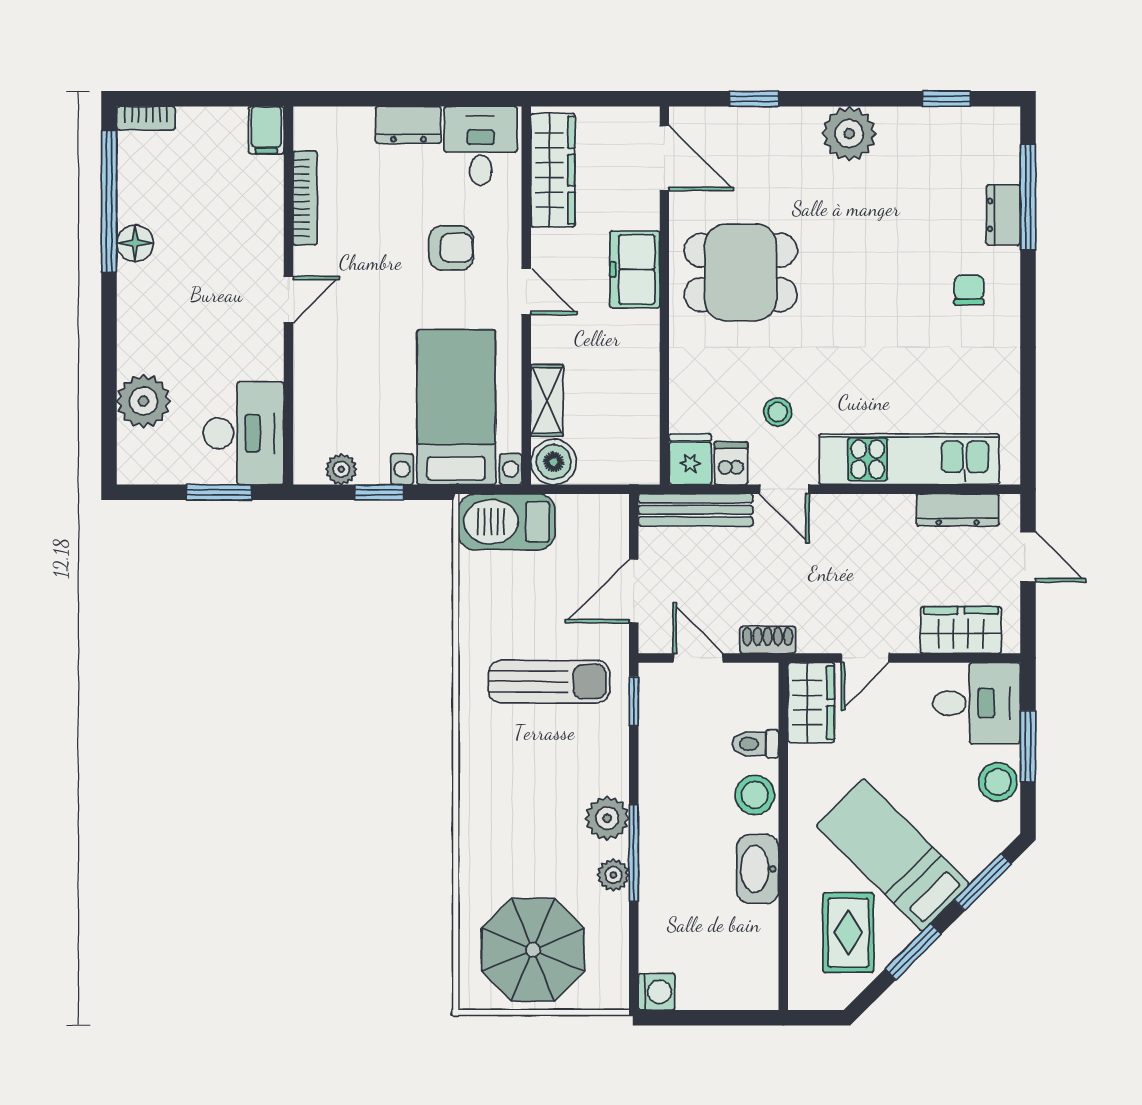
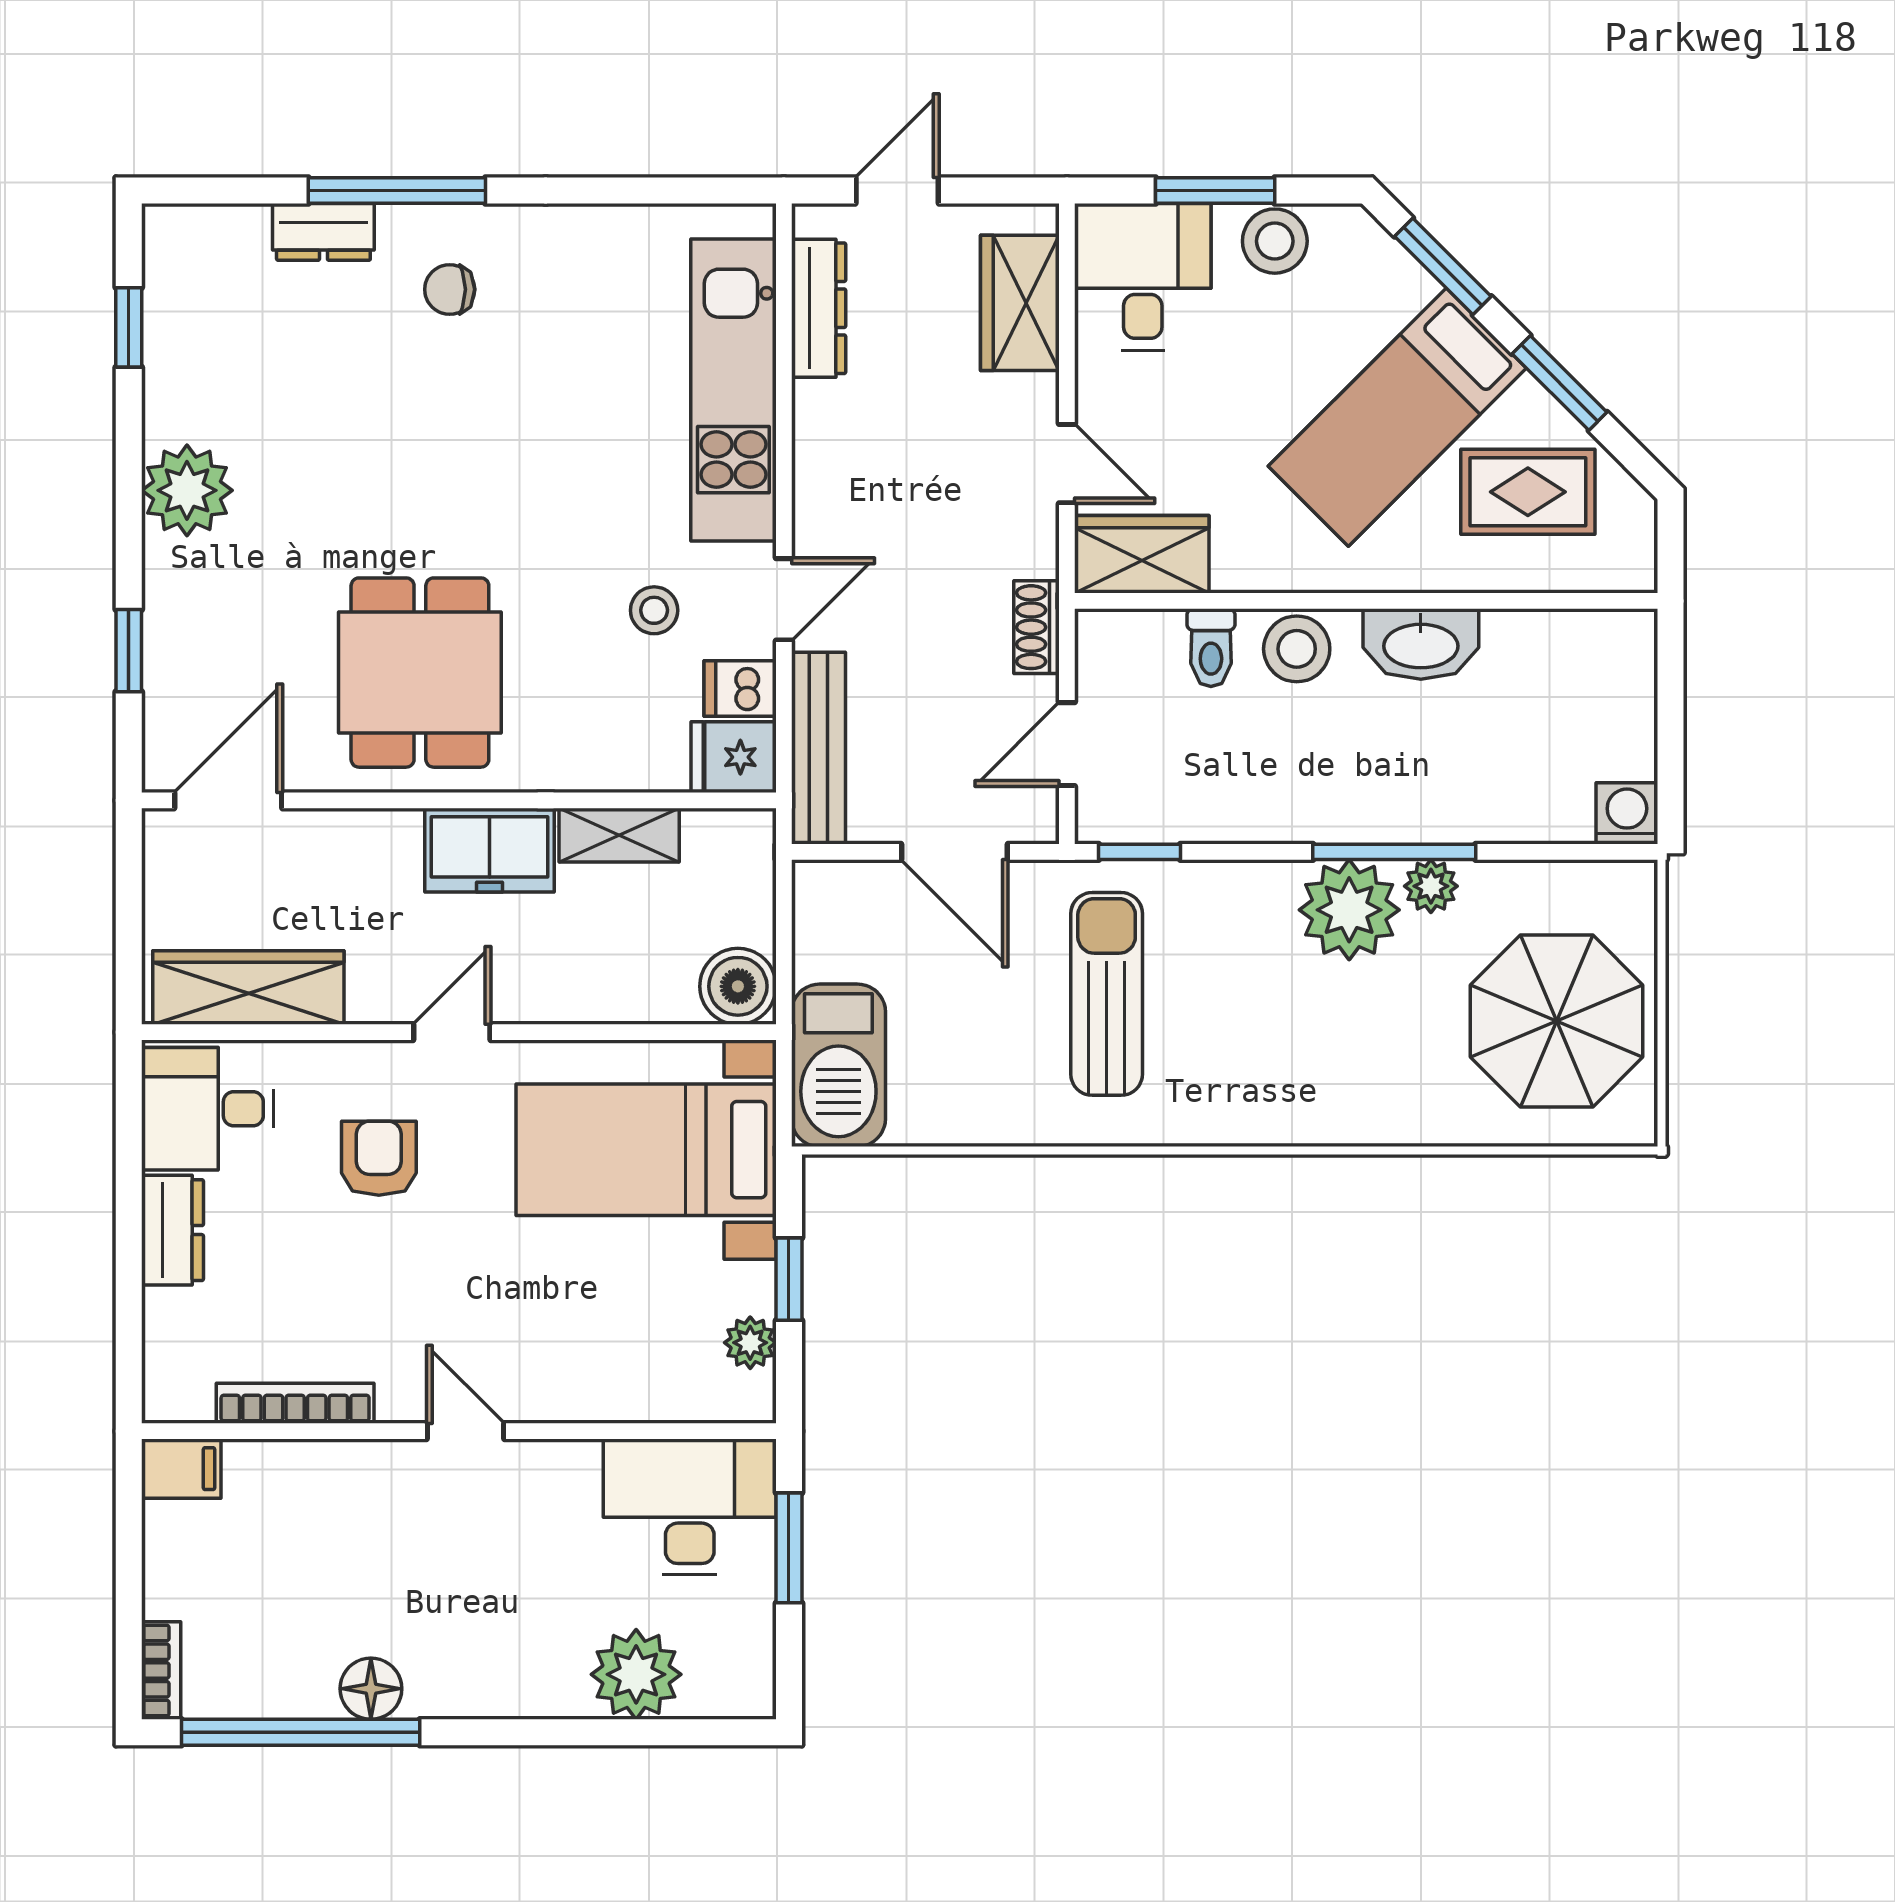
window: (1028, 197) -> (397, 190), moved
freezer: (635, 269) -> (490, 850), moved
shelving: (547, 400) -> (619, 835), moved
plant: (607, 818) -> (1349, 910), width x1.36, depth x1.36

